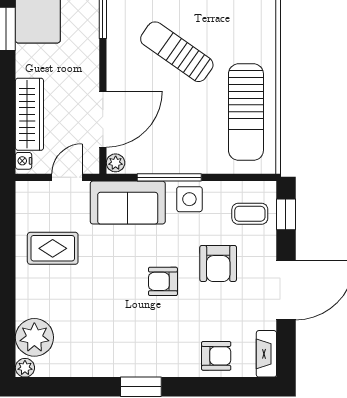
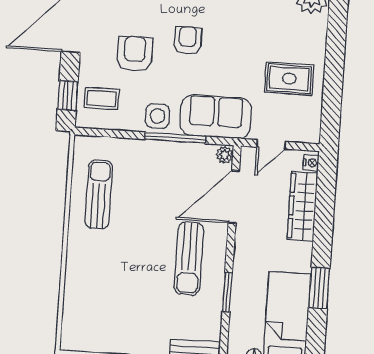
sun lounger: (177, 52) -> (189, 259), moved, turned 55
sun lounger: (246, 112) -> (99, 194), width x0.73, depth x0.75
armchair: (163, 281) -> (188, 40), turned -90

